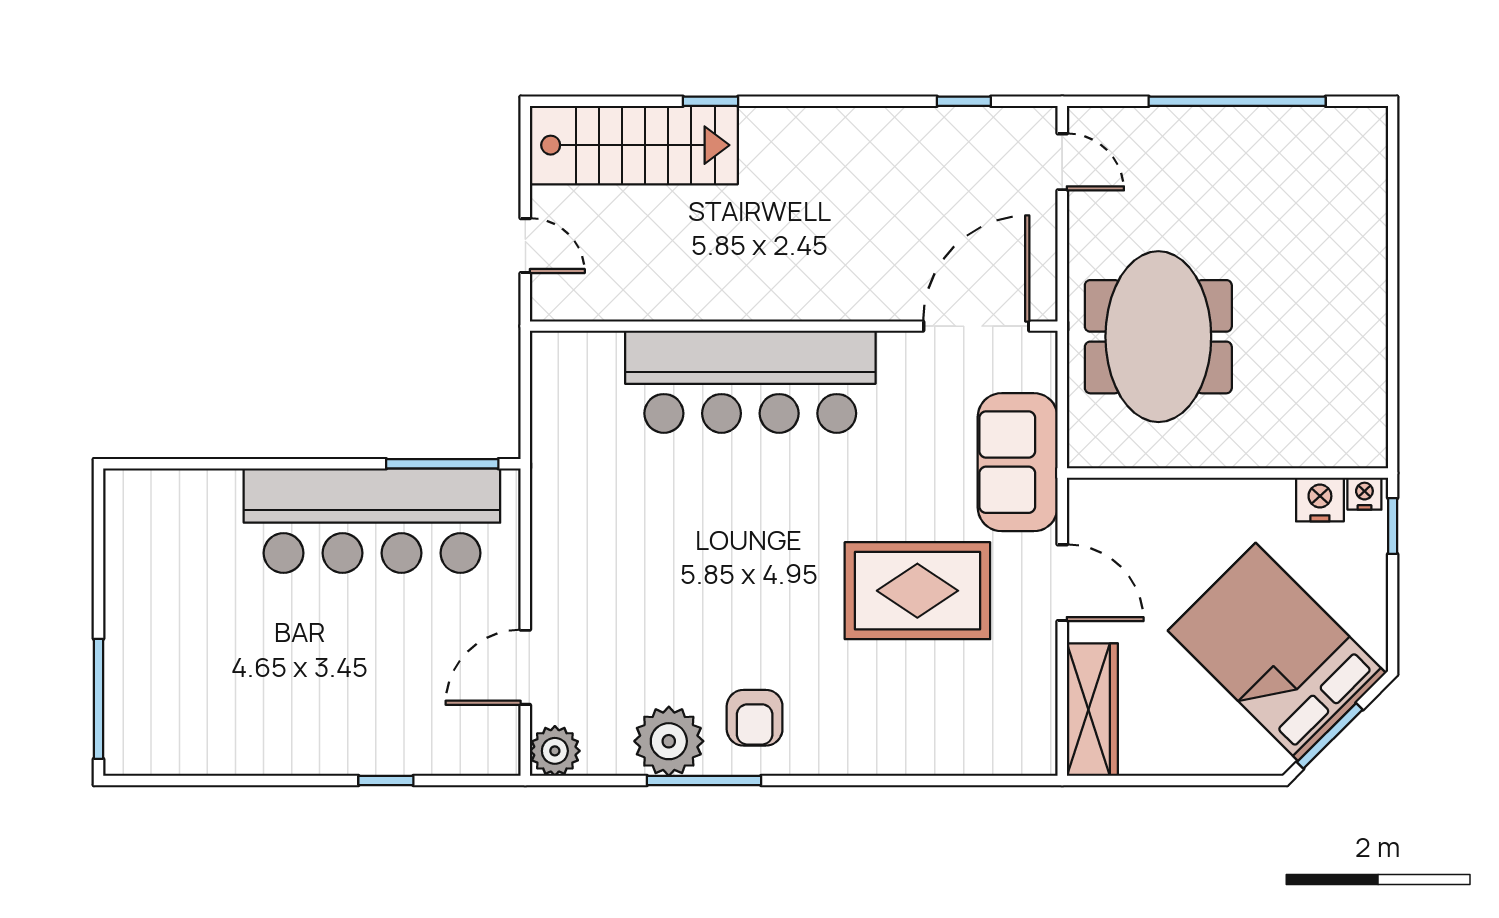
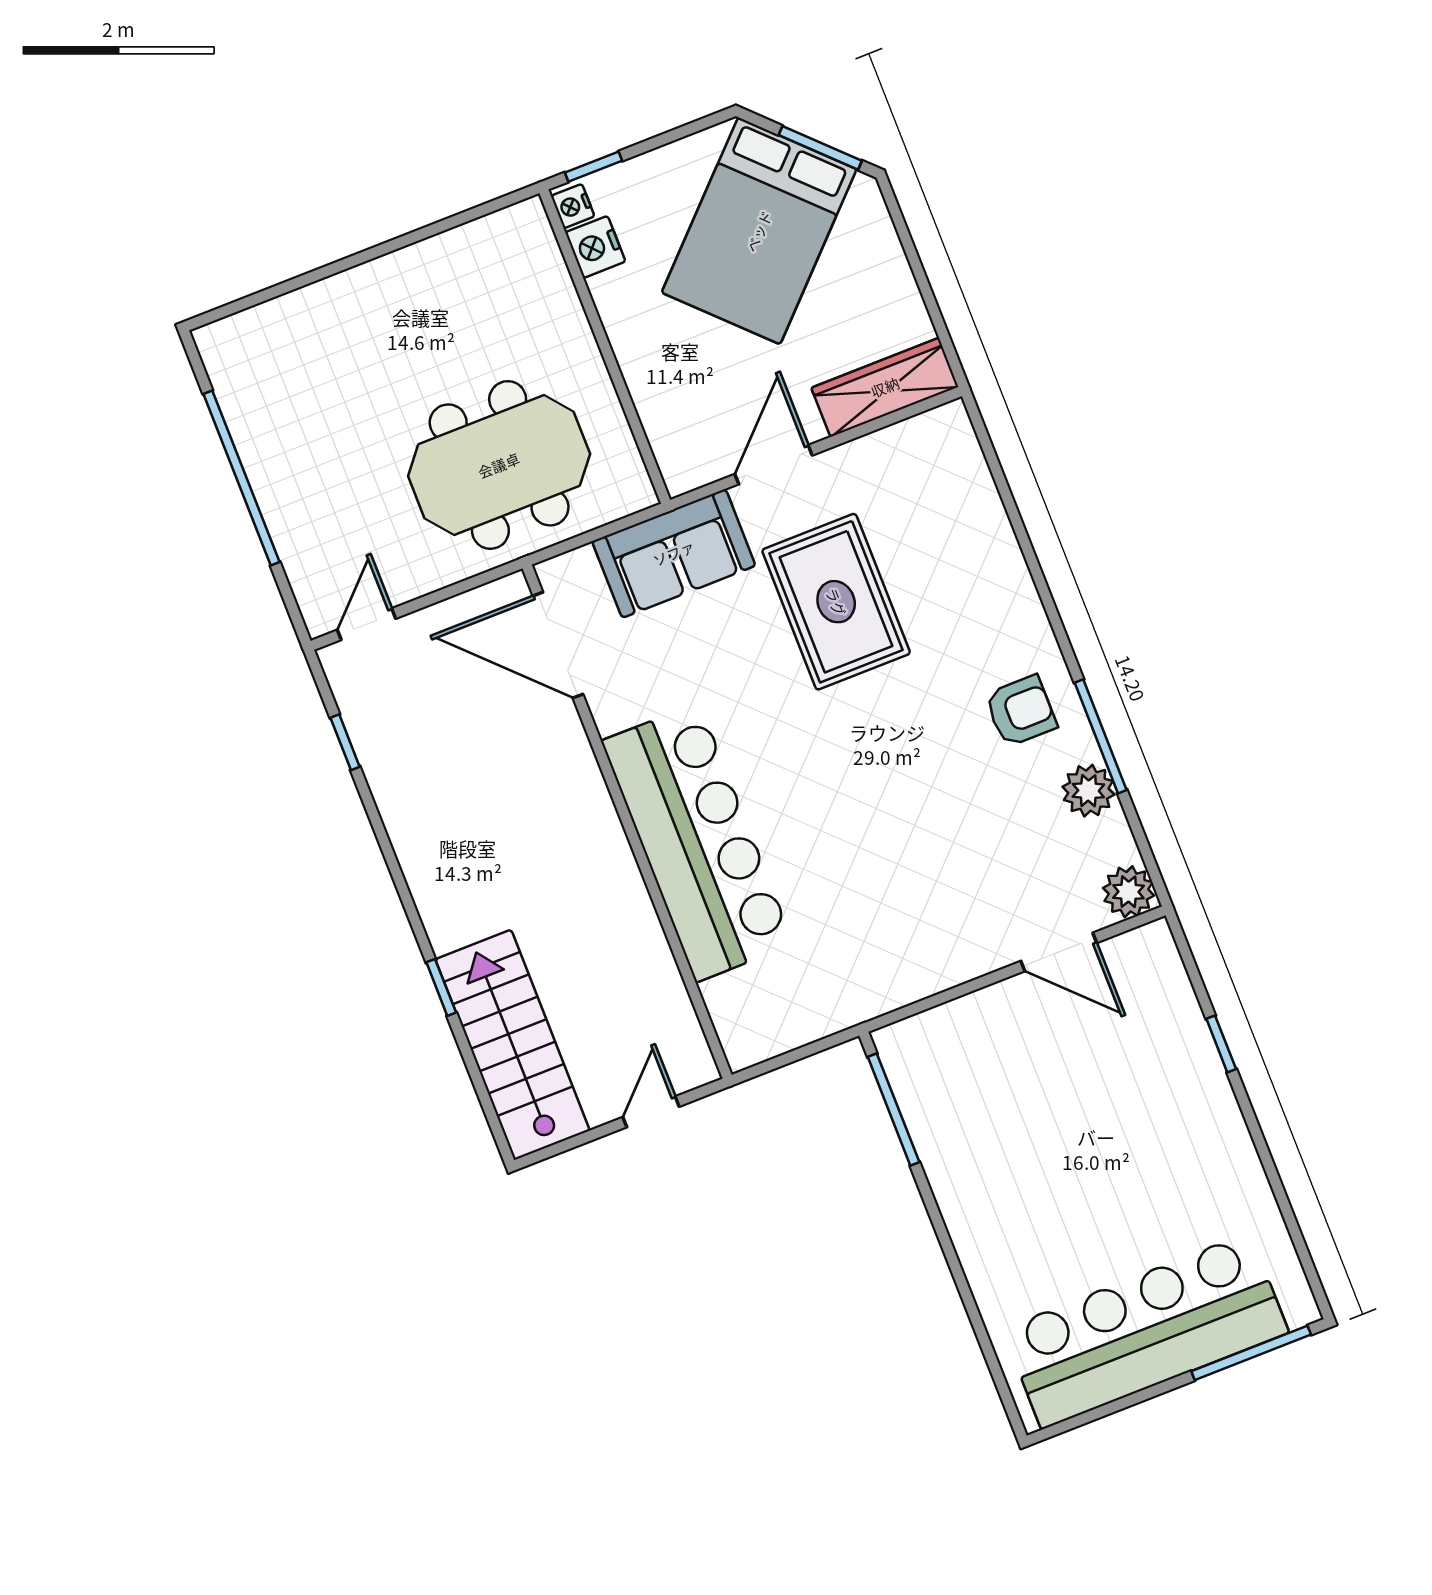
bar counter: (372, 521) -> (1146, 1331), moved, turned -90
plant: (669, 741) -> (1088, 791), width x0.73, depth x0.73

